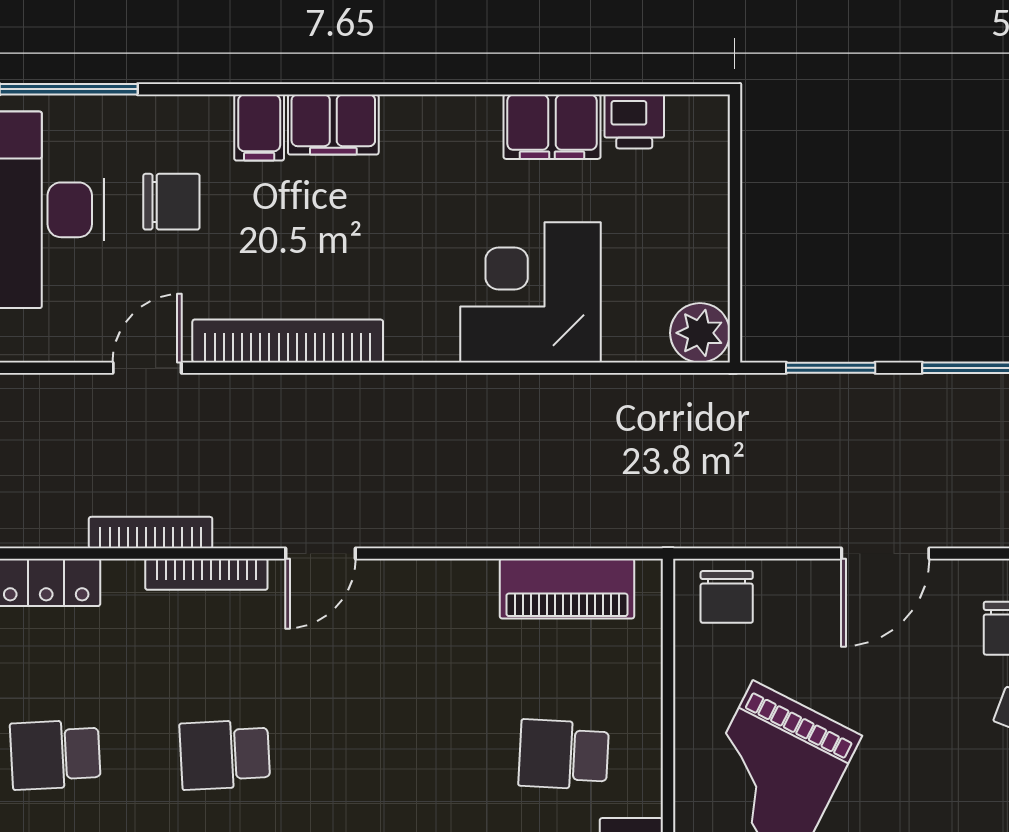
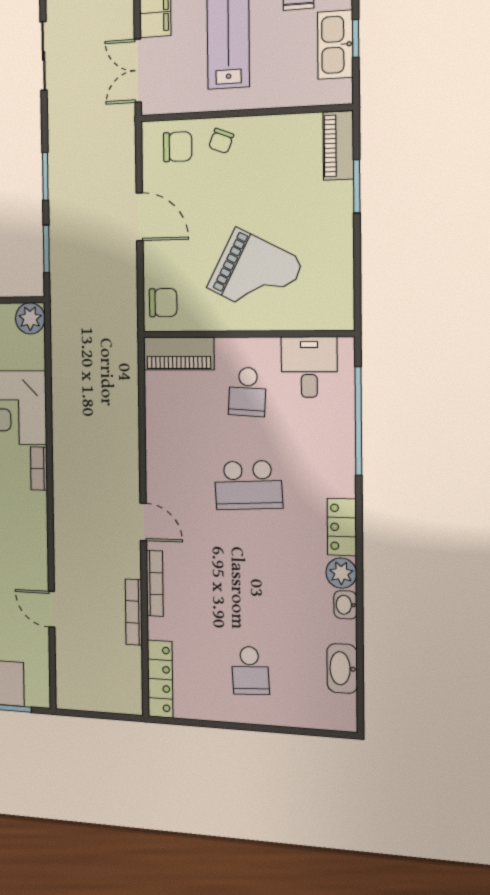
bookcase: (288, 341) -> (39, 469), moved, width x0.43, depth x0.76
piano: (567, 589) -> (179, 354), moved, turned 90
school desk: (225, 755) -> (248, 485), moved, width x1.85

